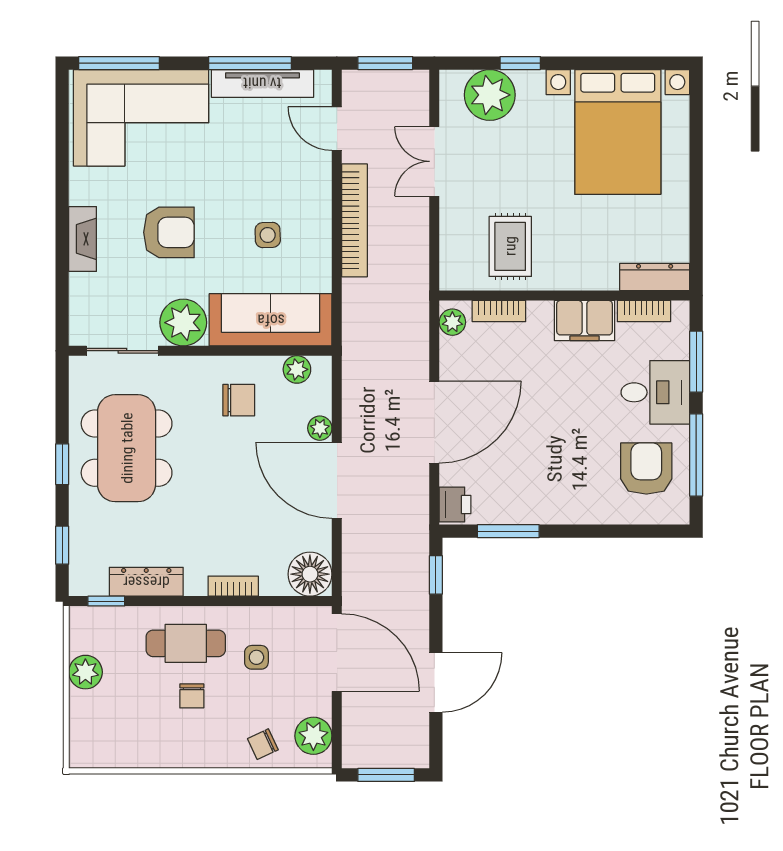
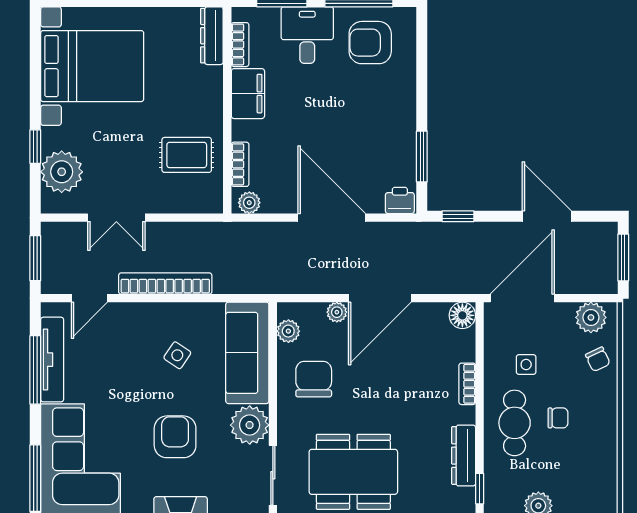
side table: (268, 235) -> (177, 355), turned 36
chair: (239, 400) -> (314, 379), width x1.37, depth x1.37
floor lamp: (310, 574) -> (462, 315), width x0.73, depth x0.73

